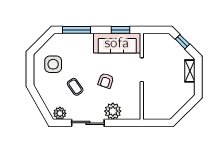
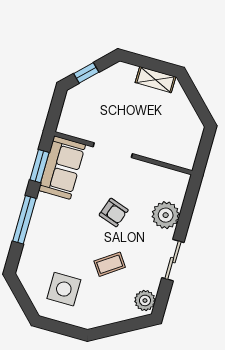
window: (76, 30) -> (24, 220), moved
sofa: (117, 43) -> (62, 168), width x0.73
shelving: (190, 71) -> (156, 80), moved
sliding door: (88, 123) -> (173, 260), width x0.73

